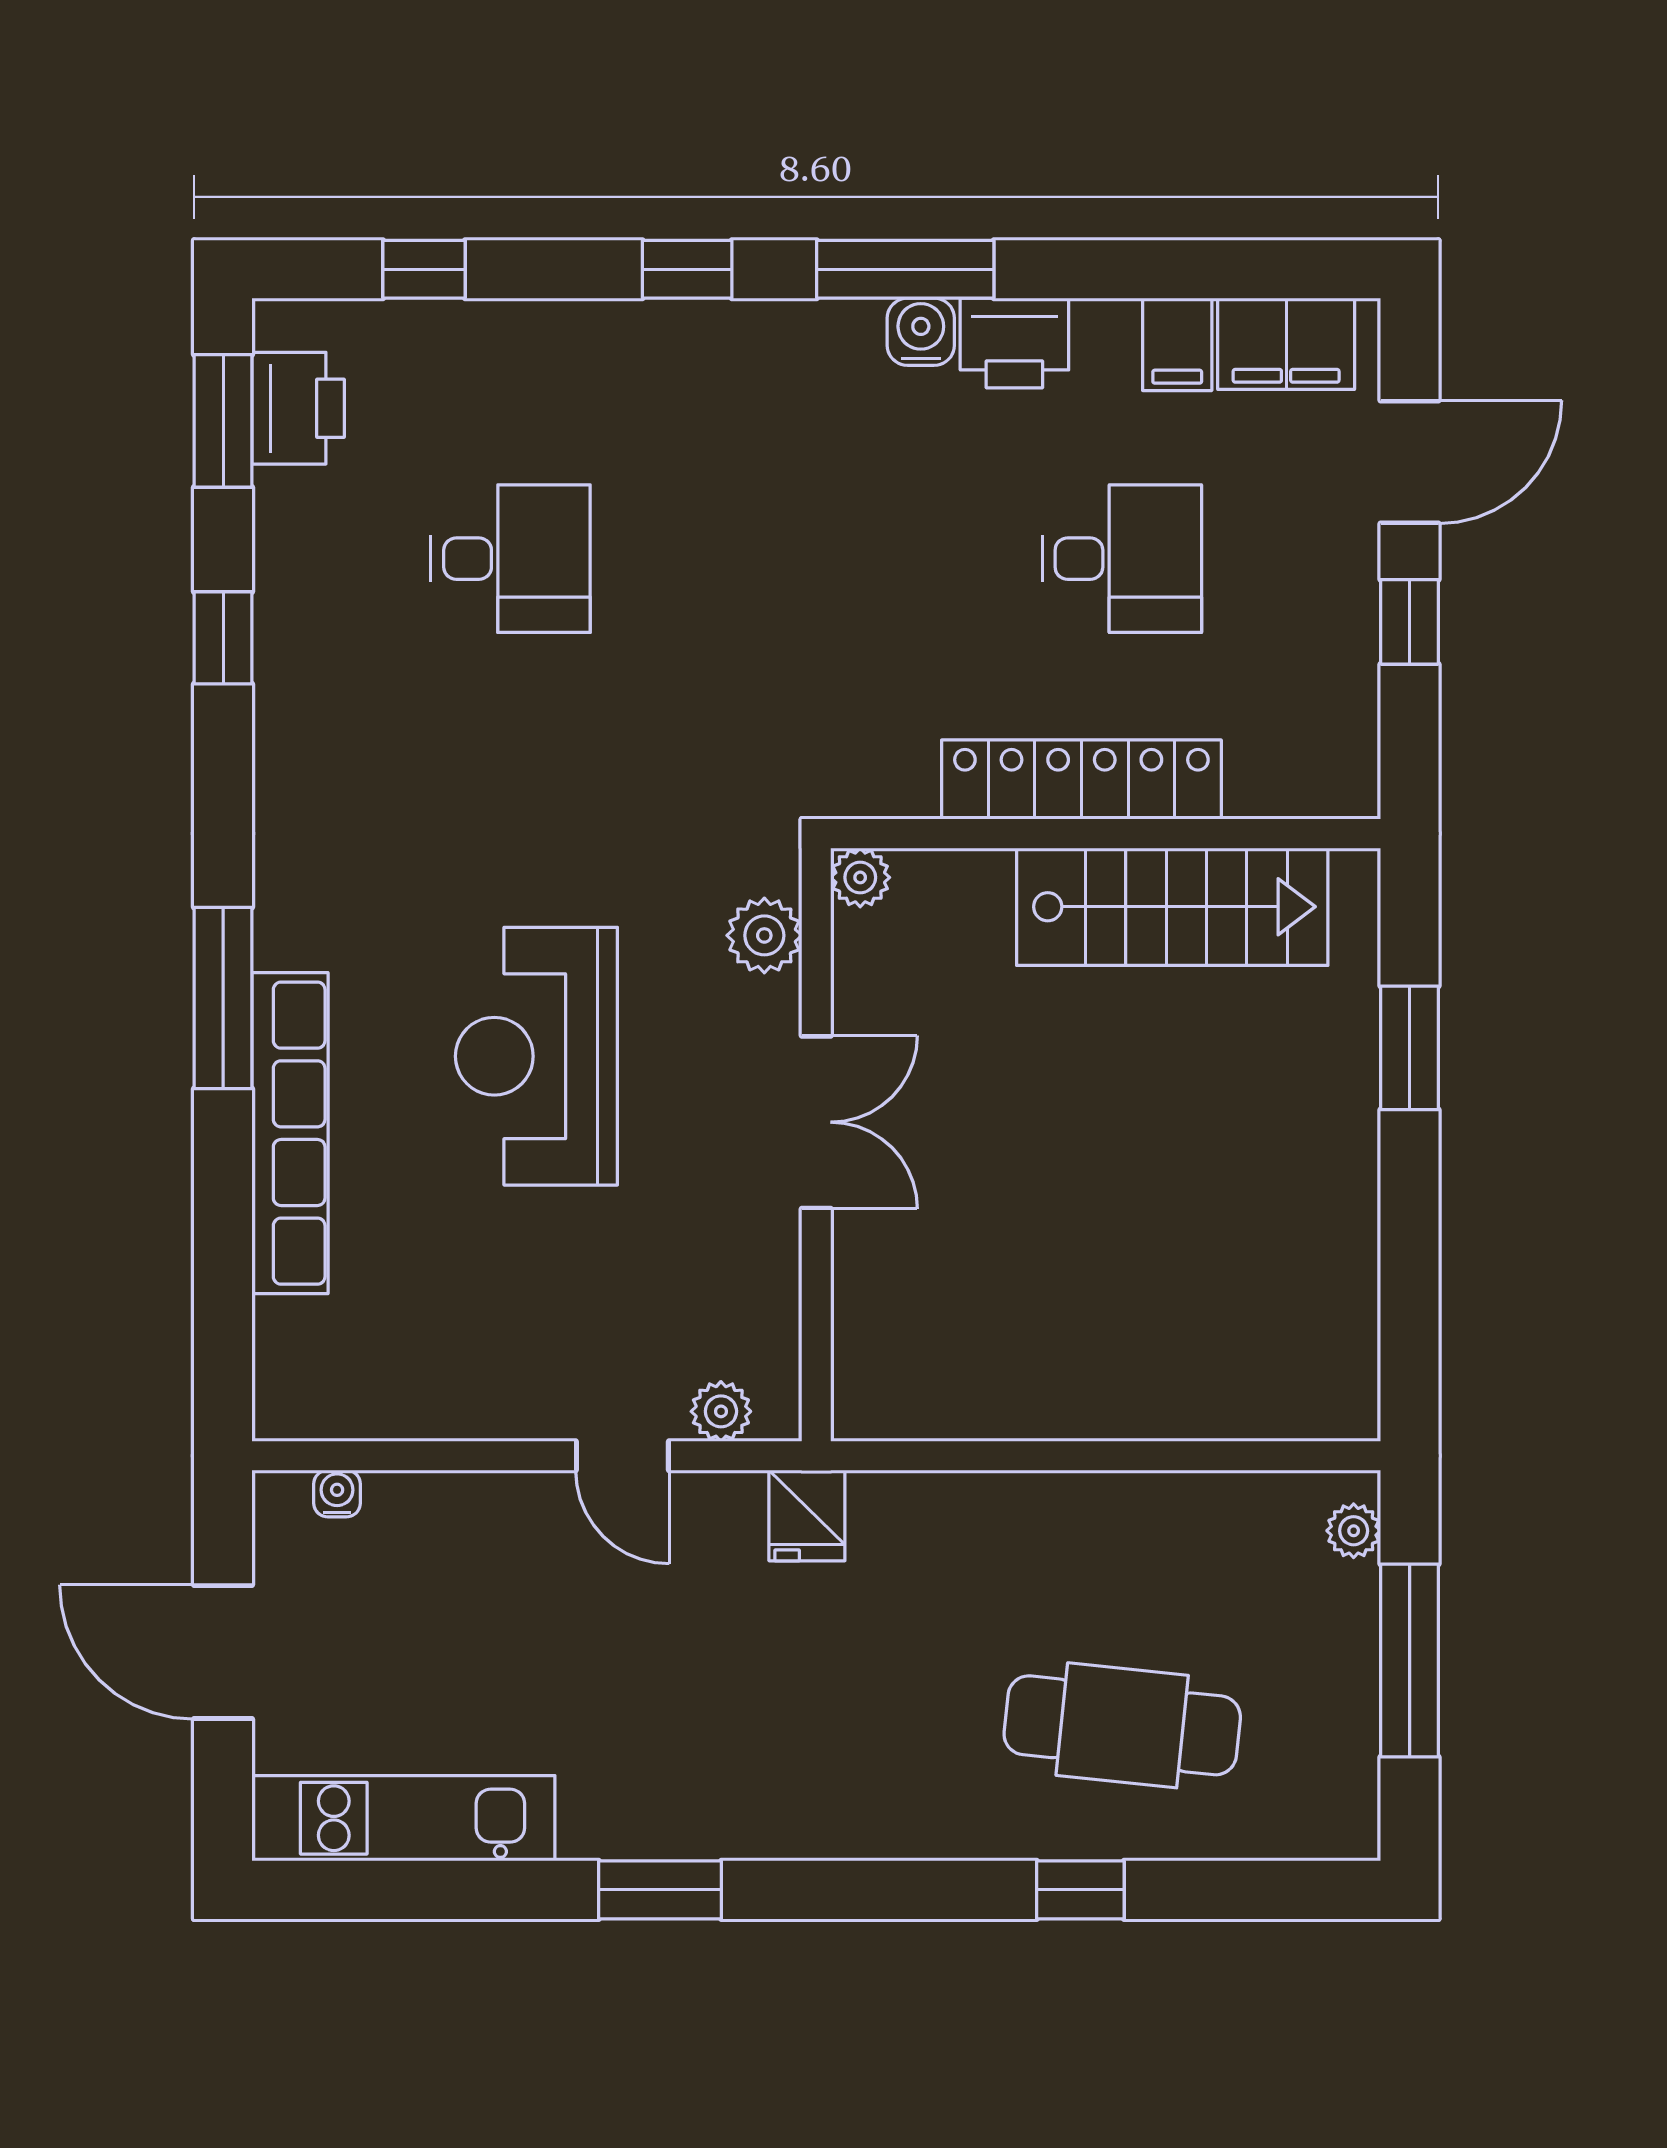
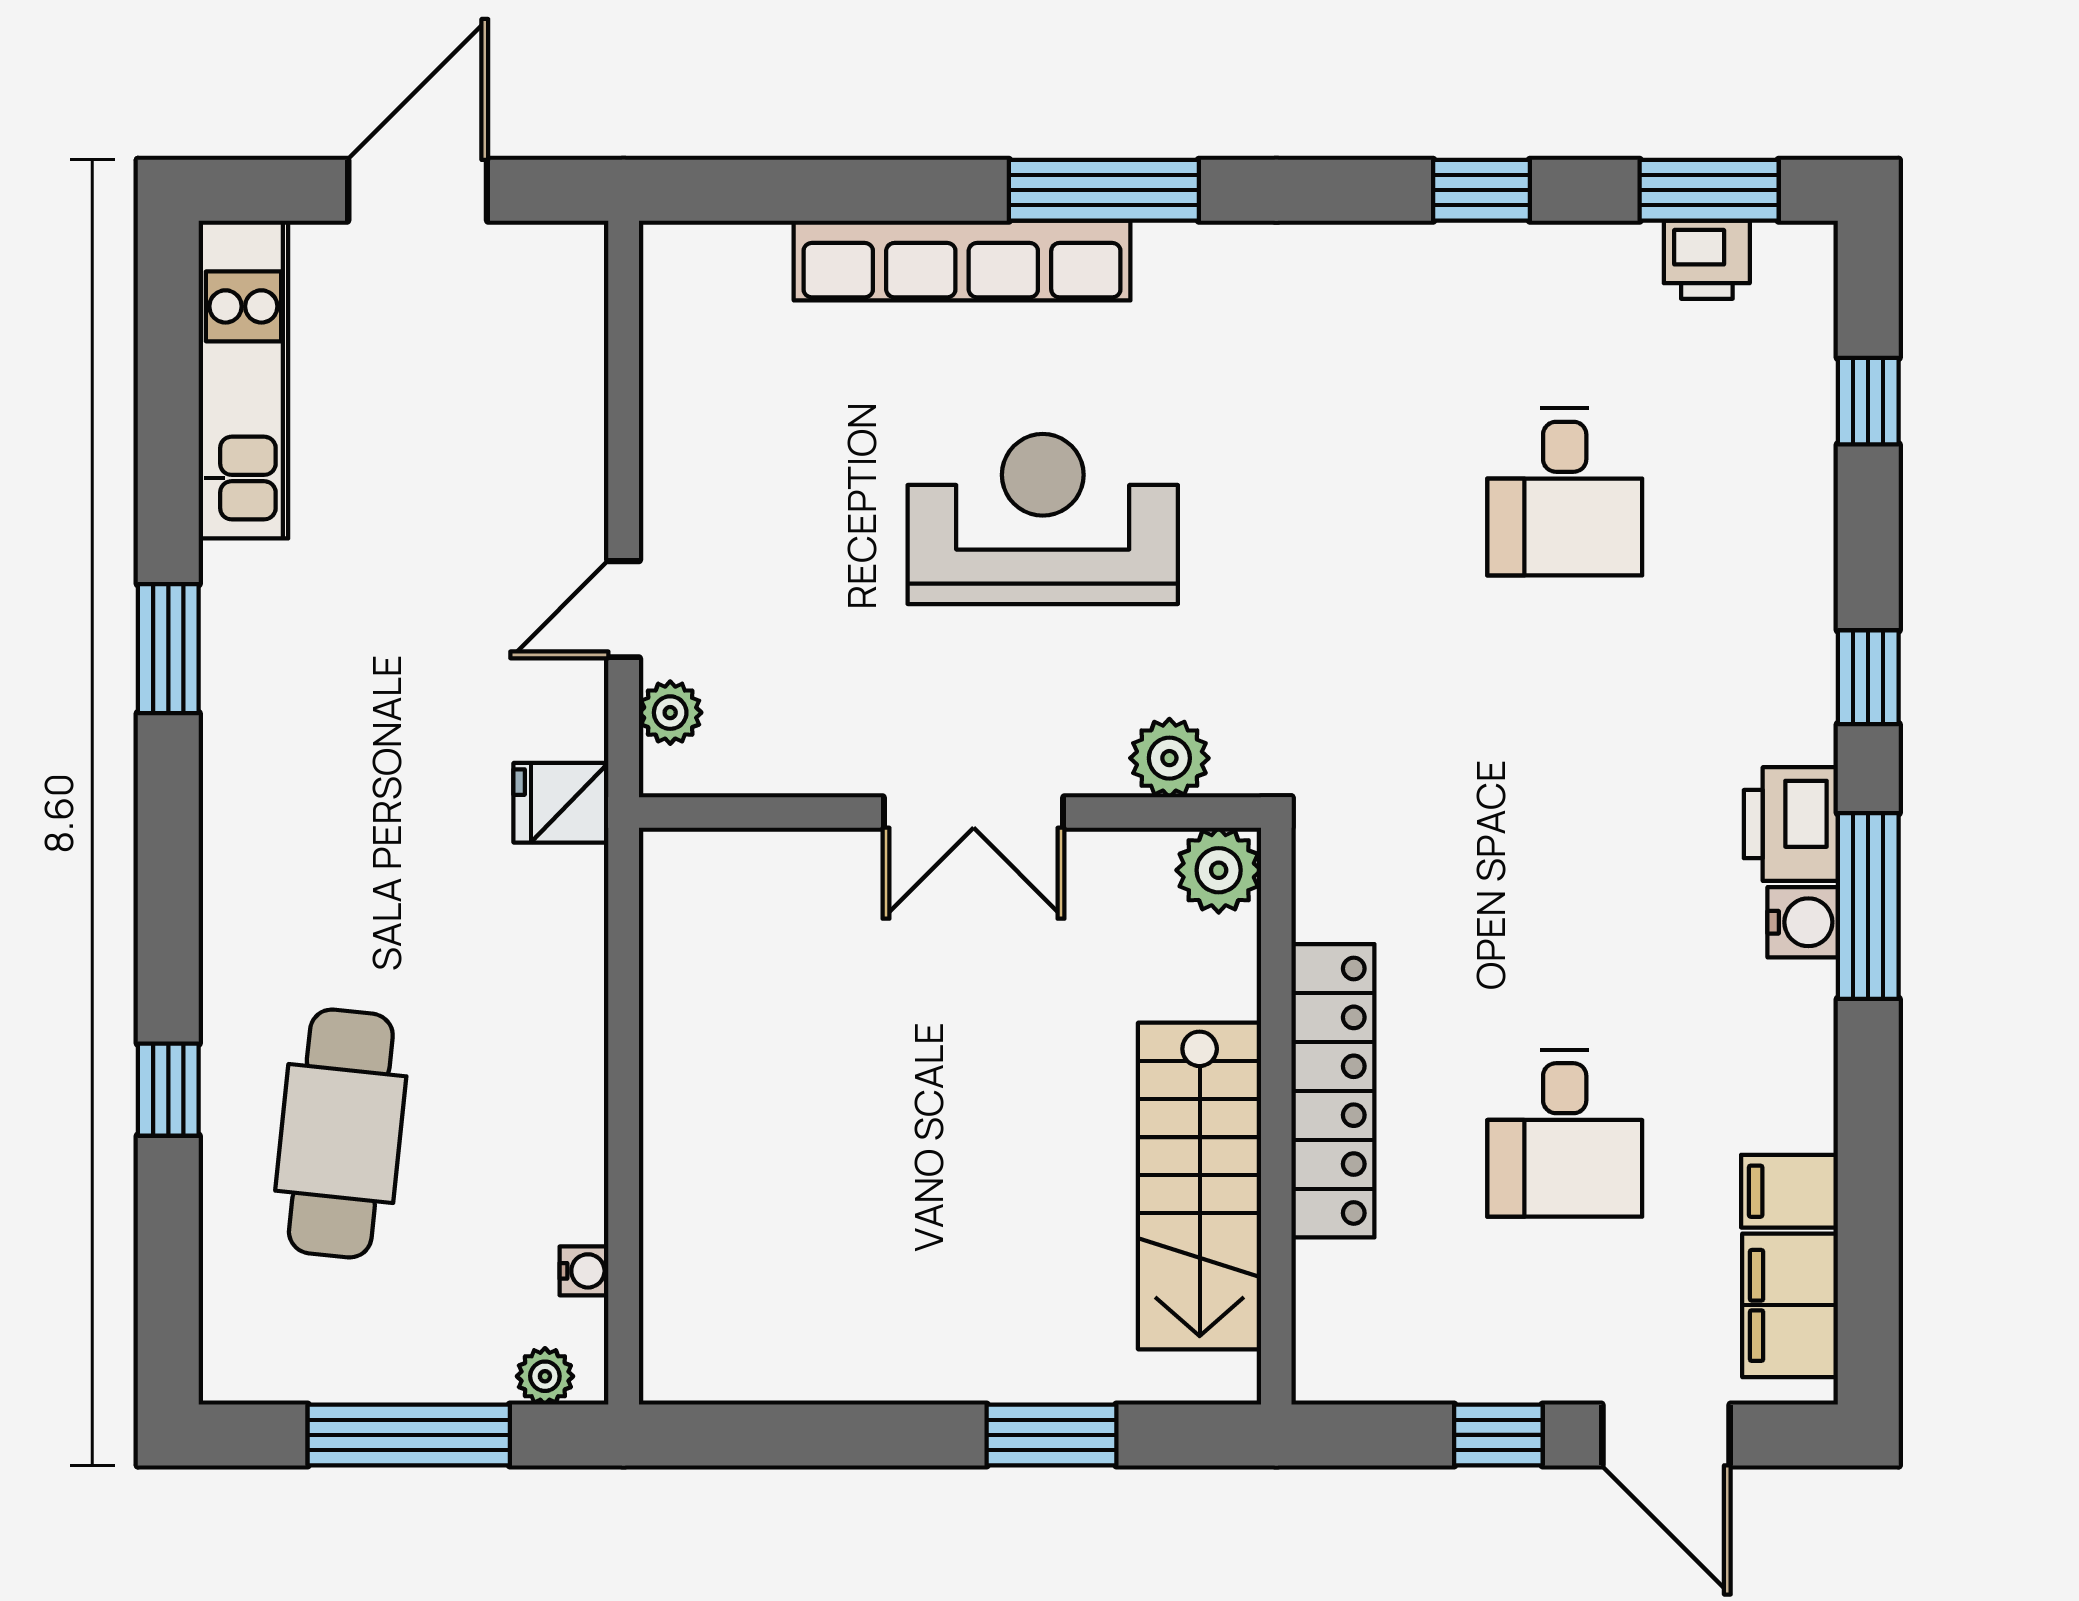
printer: (1014, 343) -> (1791, 824), moved
printer: (298, 408) -> (1707, 260), width x0.73, depth x0.81
plant: (860, 877) -> (1219, 870), width x1.38, depth x1.38
water cooler: (337, 1494) -> (584, 1271), moved

